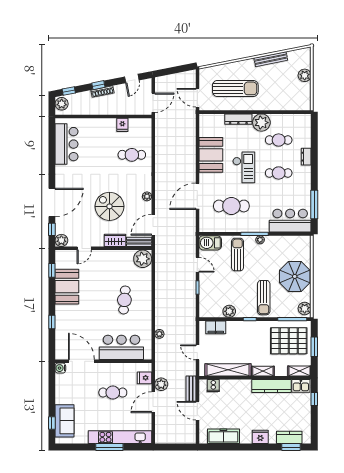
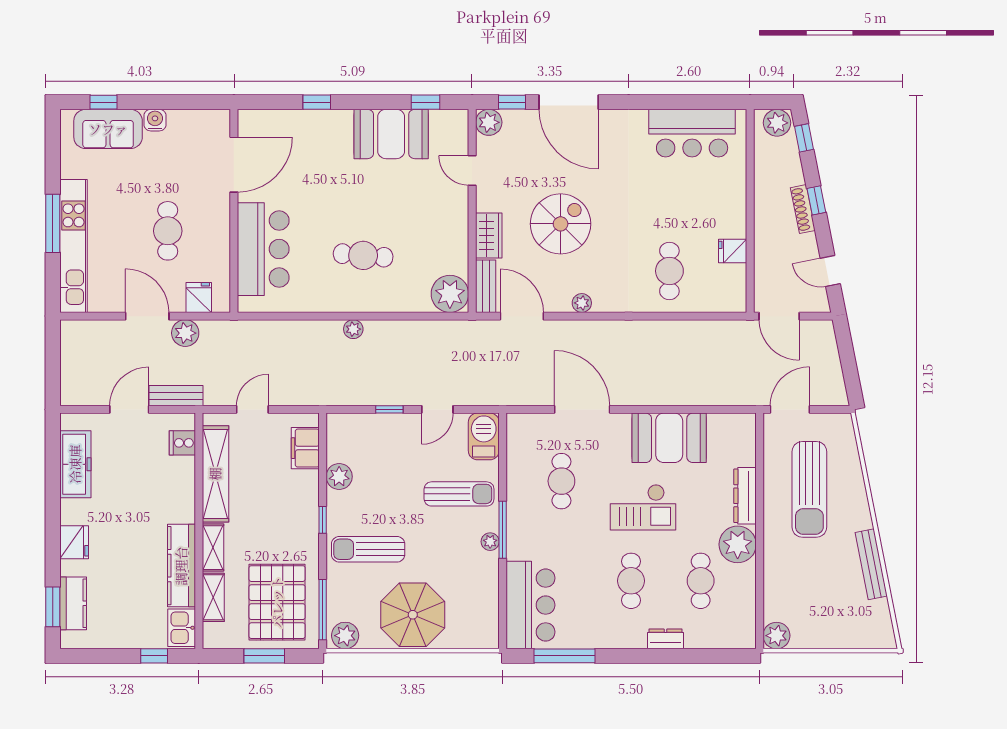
plant: (305, 75) -> (776, 636), moved
cafe table: (231, 206) -> (561, 481), width x0.73, depth x0.74
plant: (159, 334) -> (353, 329), moved
water cooler: (60, 368) -> (155, 120), moved
shelving: (299, 371) -> (213, 597), moved

